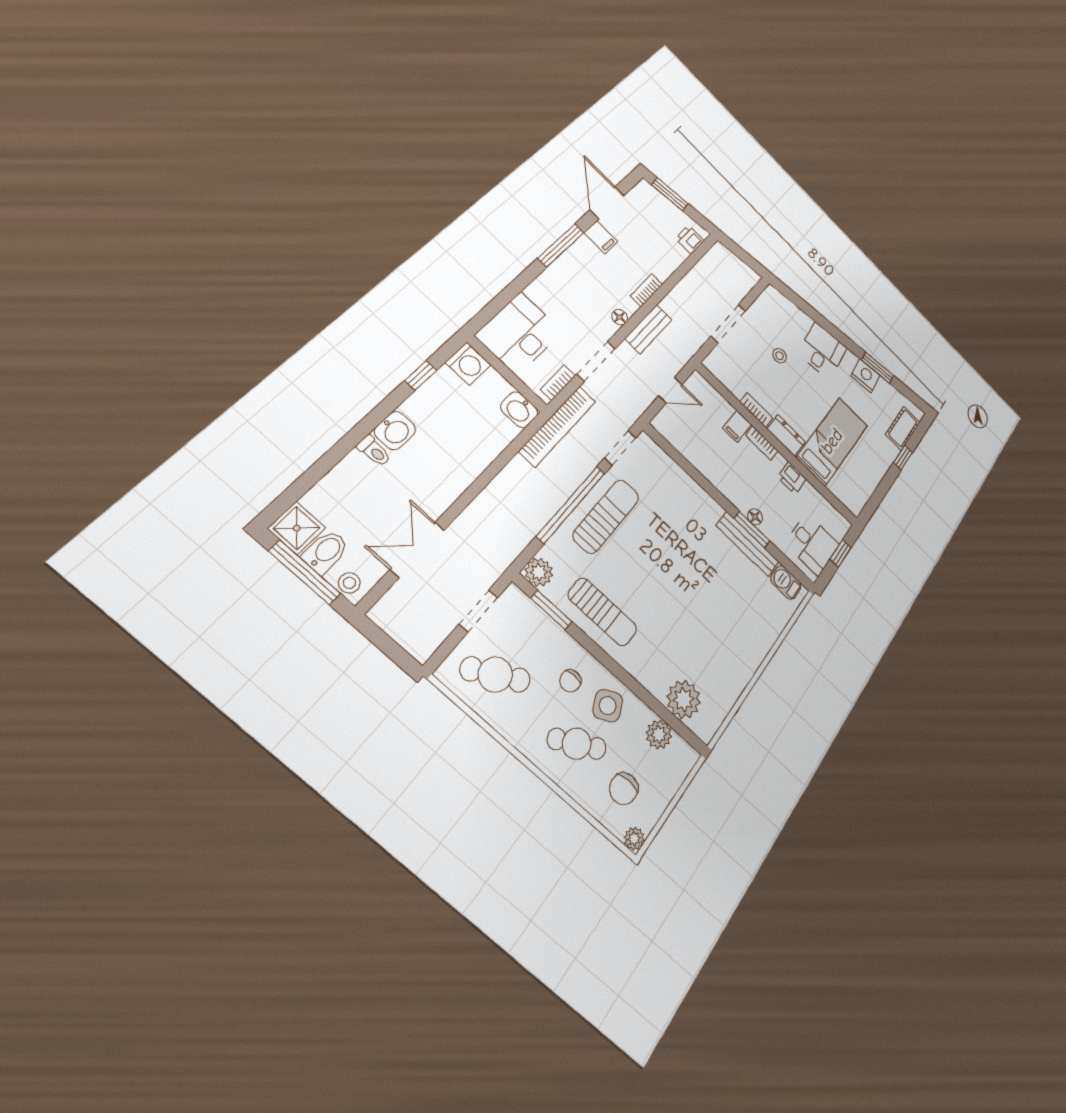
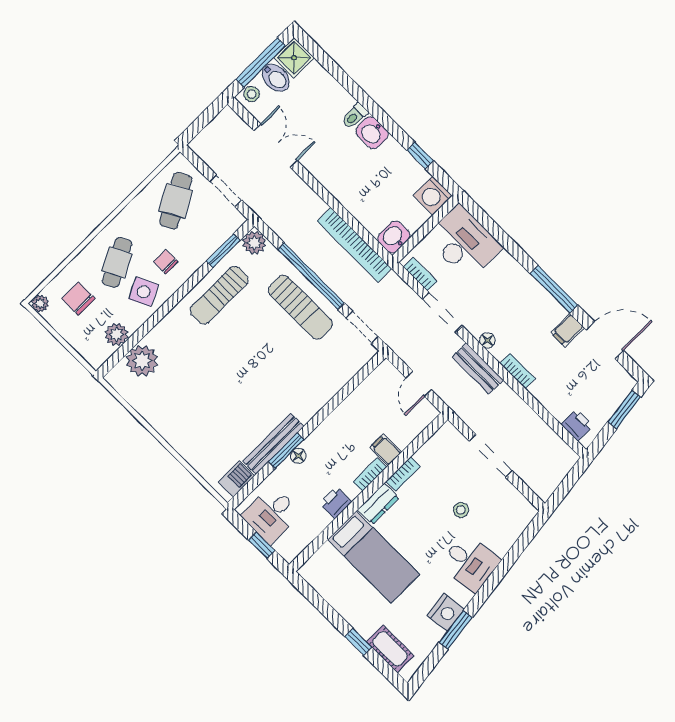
bookcase: (558, 426) -> (355, 245), moved

